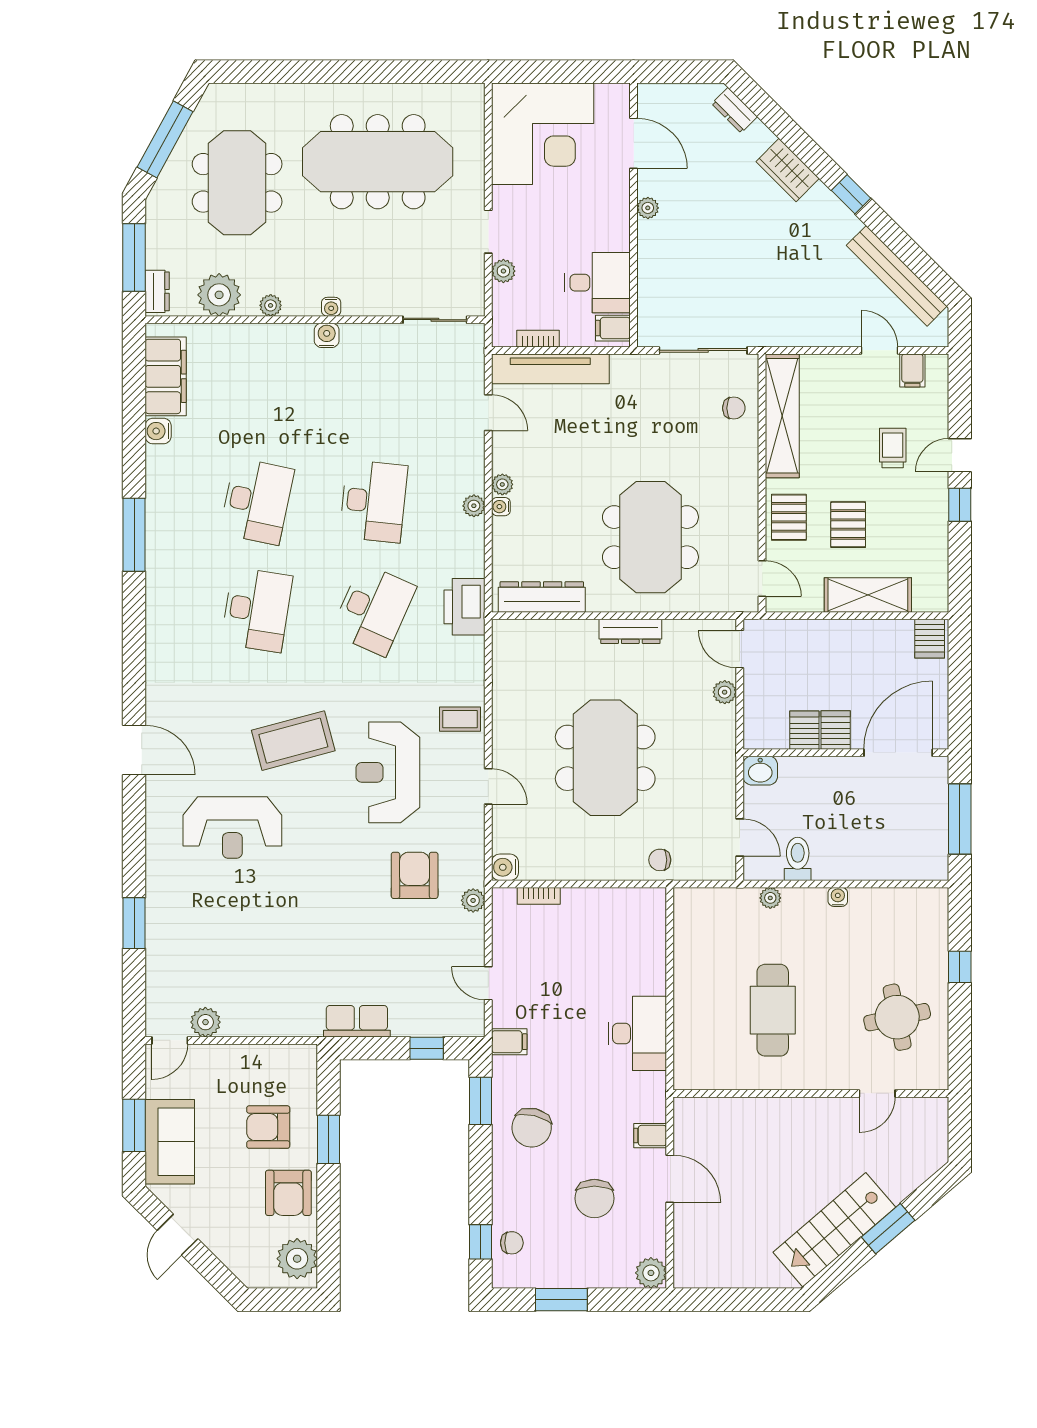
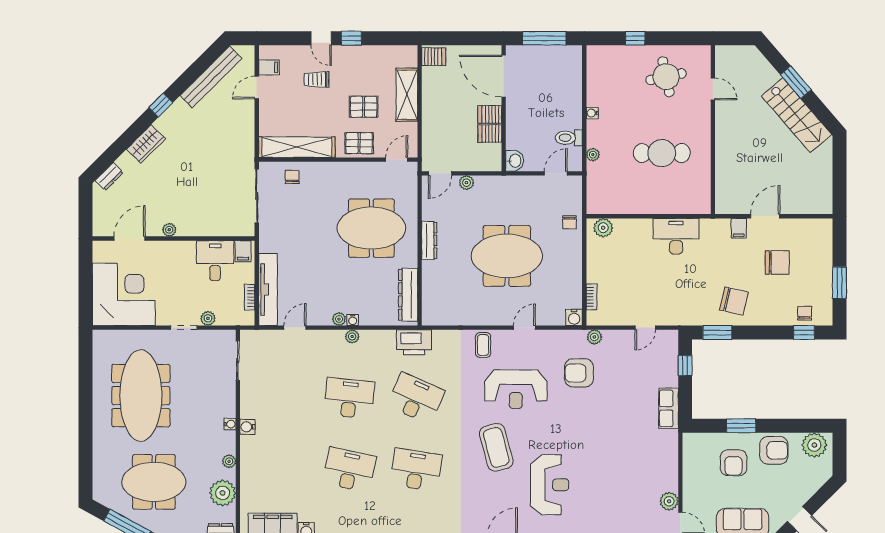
filing cabinet: (509, 1042) -> (681, 315), removed
plant: (651, 1273) -> (603, 228), moved

